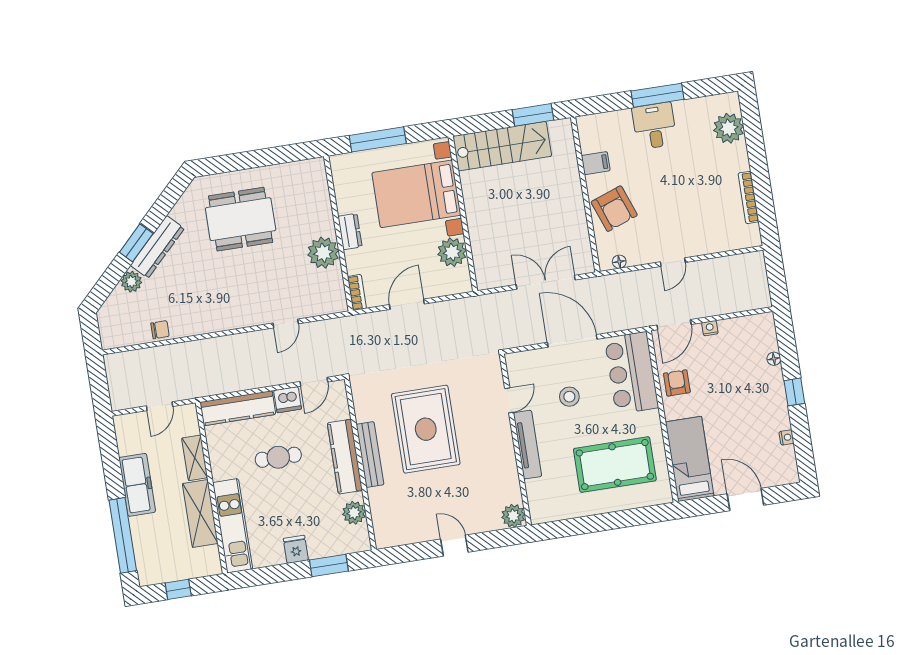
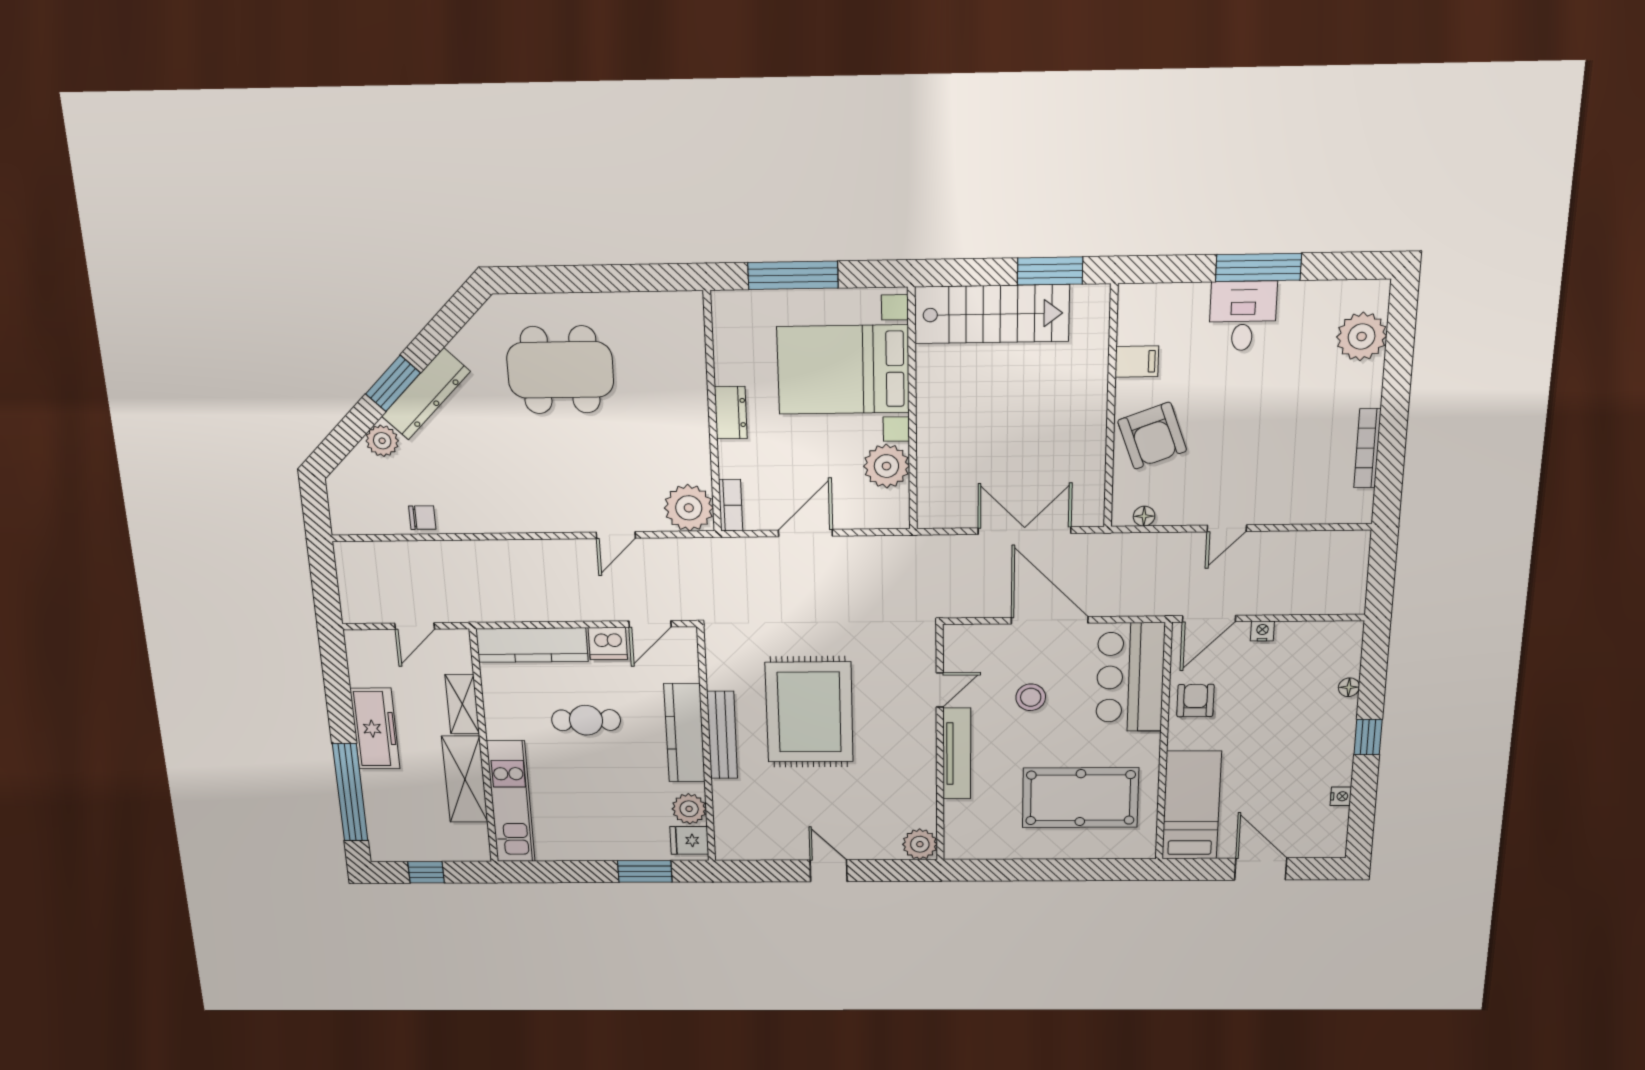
plant: (323, 253) -> (689, 508), moved
fridge: (296, 549) -> (689, 840), moved, turned -90

